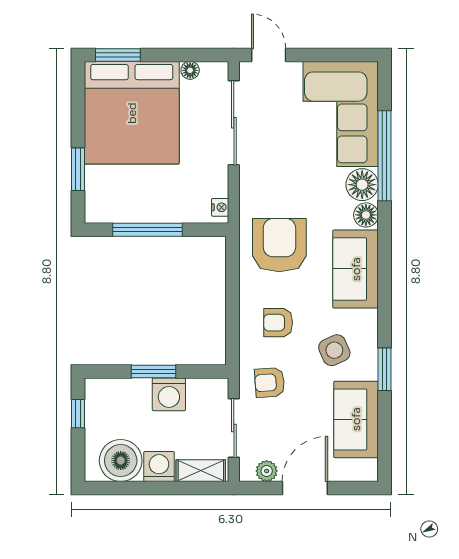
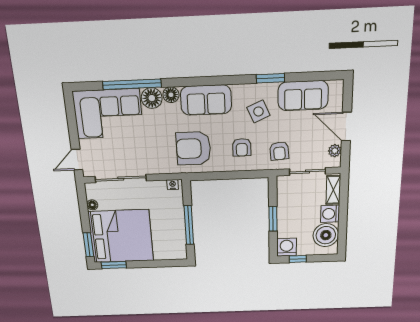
window: (78, 169) -> (114, 265), moved
washing machine: (169, 394) -> (287, 247), moved, turned -90

